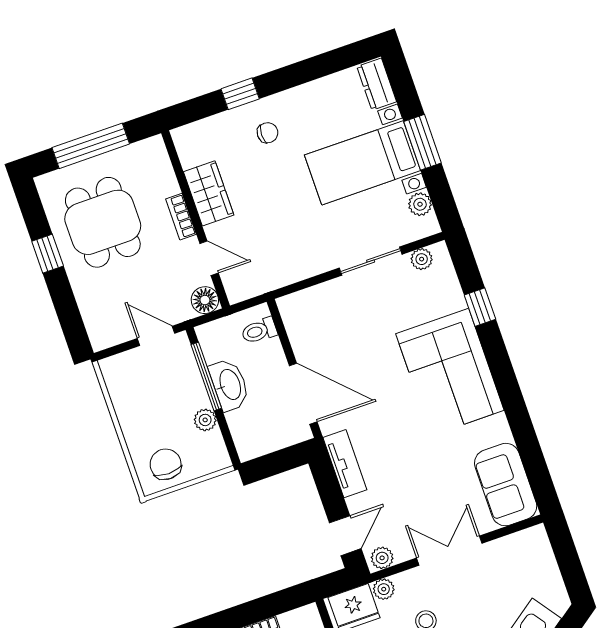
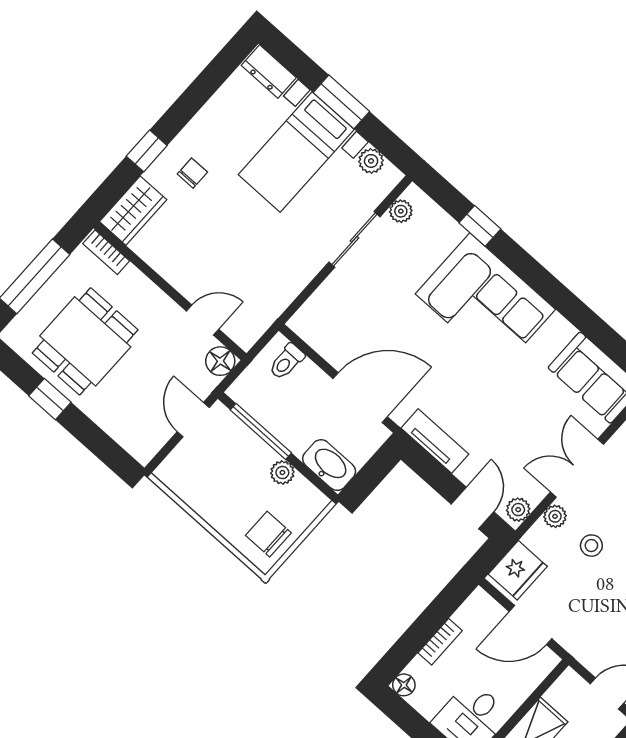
wardrobe: (209, 193) -> (133, 211), moved, turned 90
bookcase: (181, 217) -> (106, 252), moved
dining table: (103, 222) -> (85, 341), turned 90
door: (156, 336) -> (193, 420), hinge flipped
washbasin: (229, 385) -> (329, 465), moved
plant: (384, 589) -> (555, 516), moved

